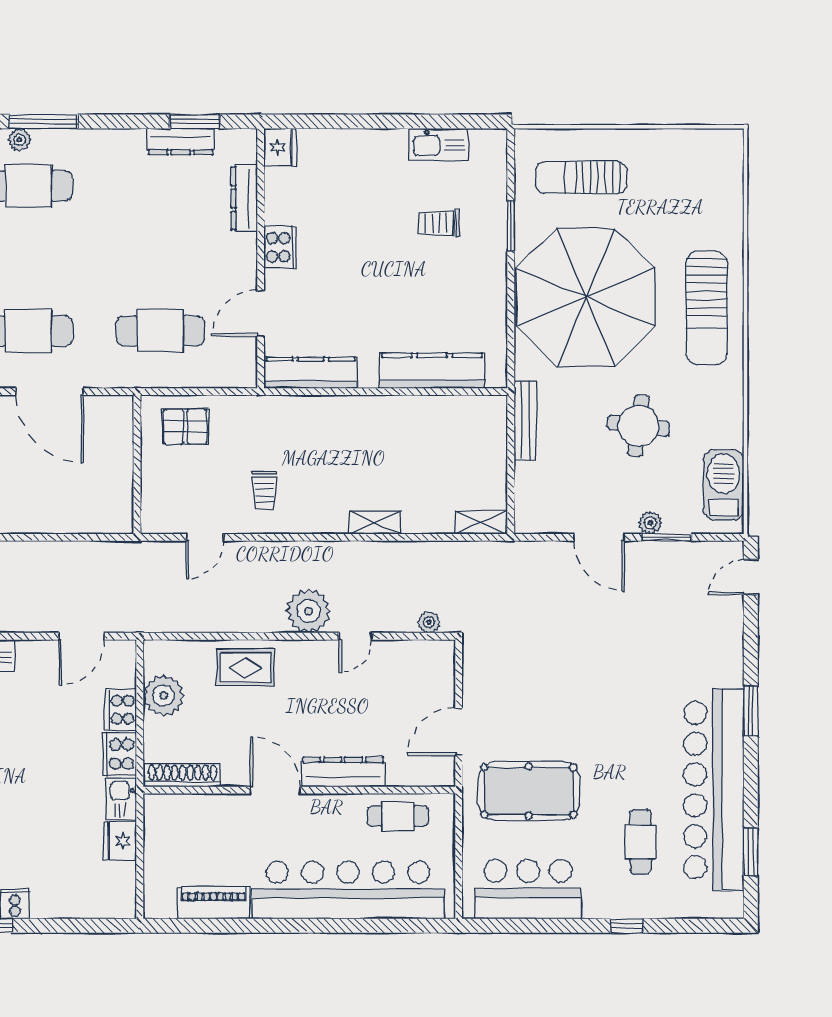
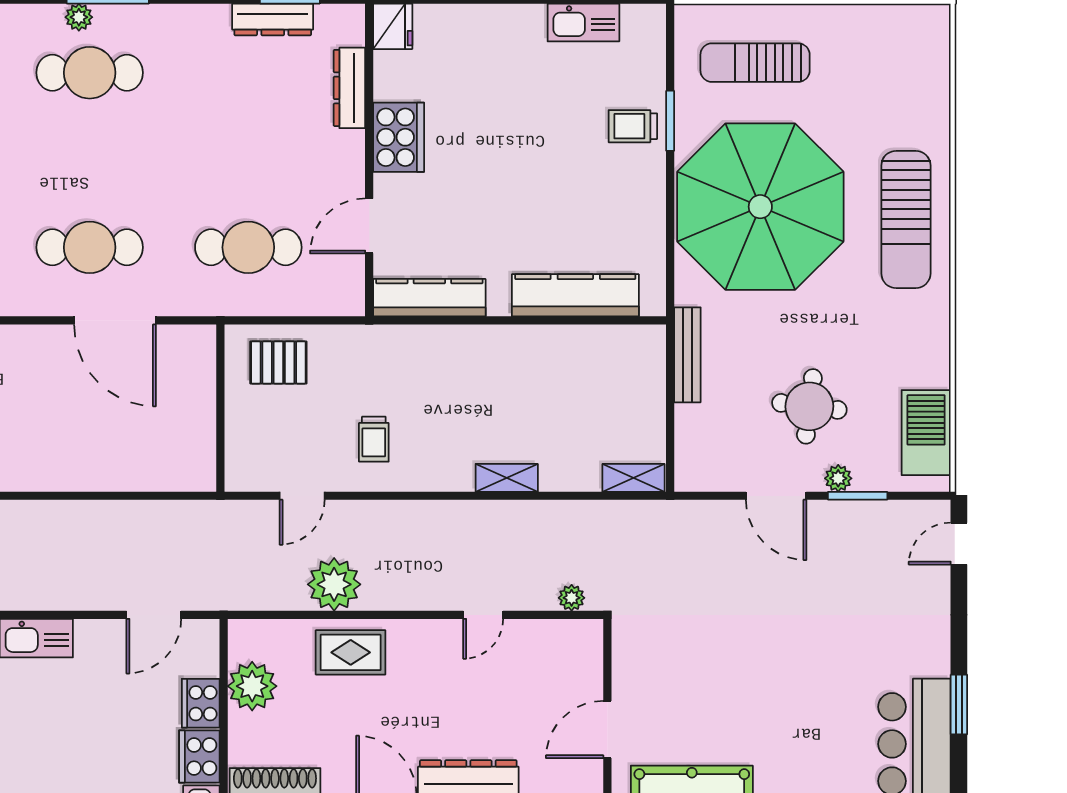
trolley: (439, 223) -> (633, 126), moved
cooker: (280, 247) -> (399, 137), width x1.37, depth x1.31
round table: (638, 426) -> (809, 406), moved
plant: (308, 611) -> (334, 584), moved

